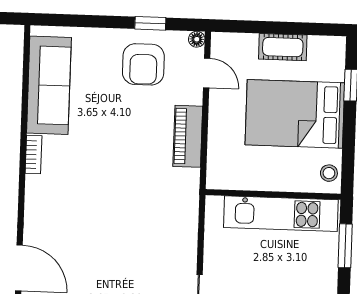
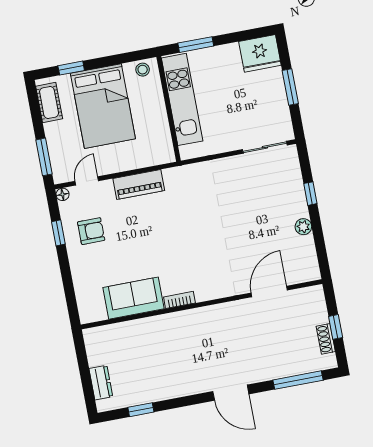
window: (248, 27) -> (44, 157), added
cot: (283, 47) -> (49, 103), moved
armchair: (143, 64) -> (91, 231), width x0.72, depth x0.72
sofa: (49, 85) -> (133, 298), width x0.73

